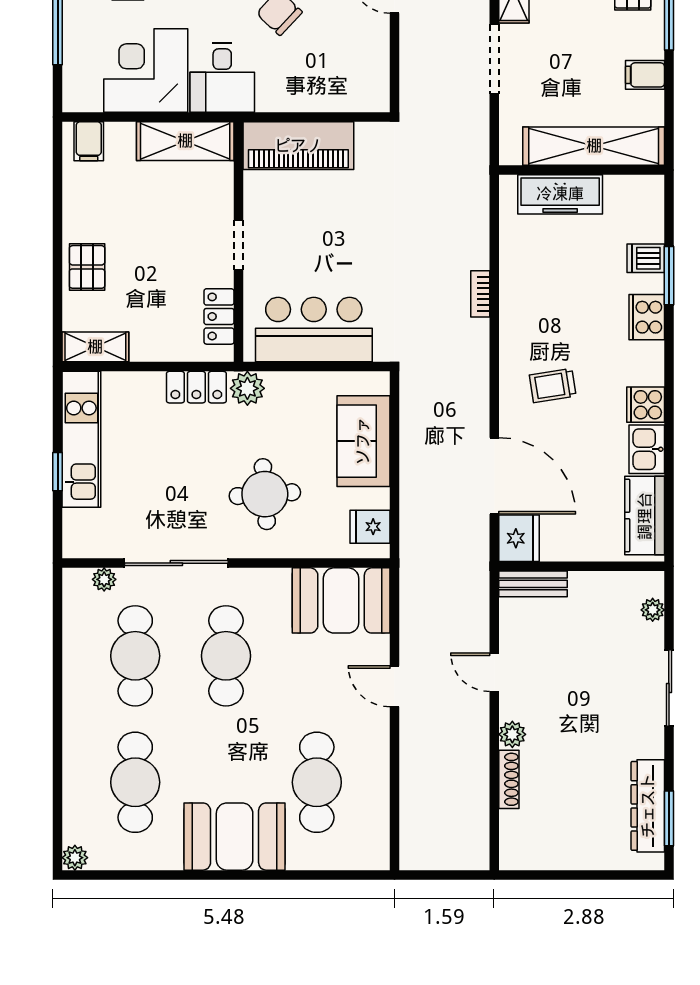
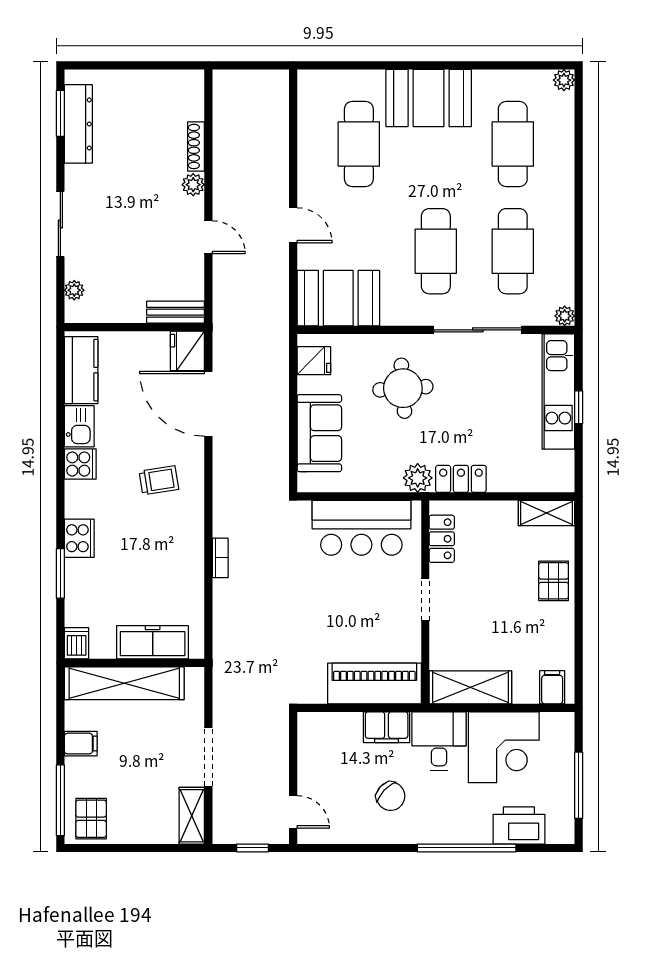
filing cabinet: (284, 94) -> (387, 727), added
dishwasher: (646, 258) -> (77, 643), moved, turned -90
kitchen unit: (81, 439) -> (558, 391), moved
plant: (104, 579) -> (565, 316), moved

